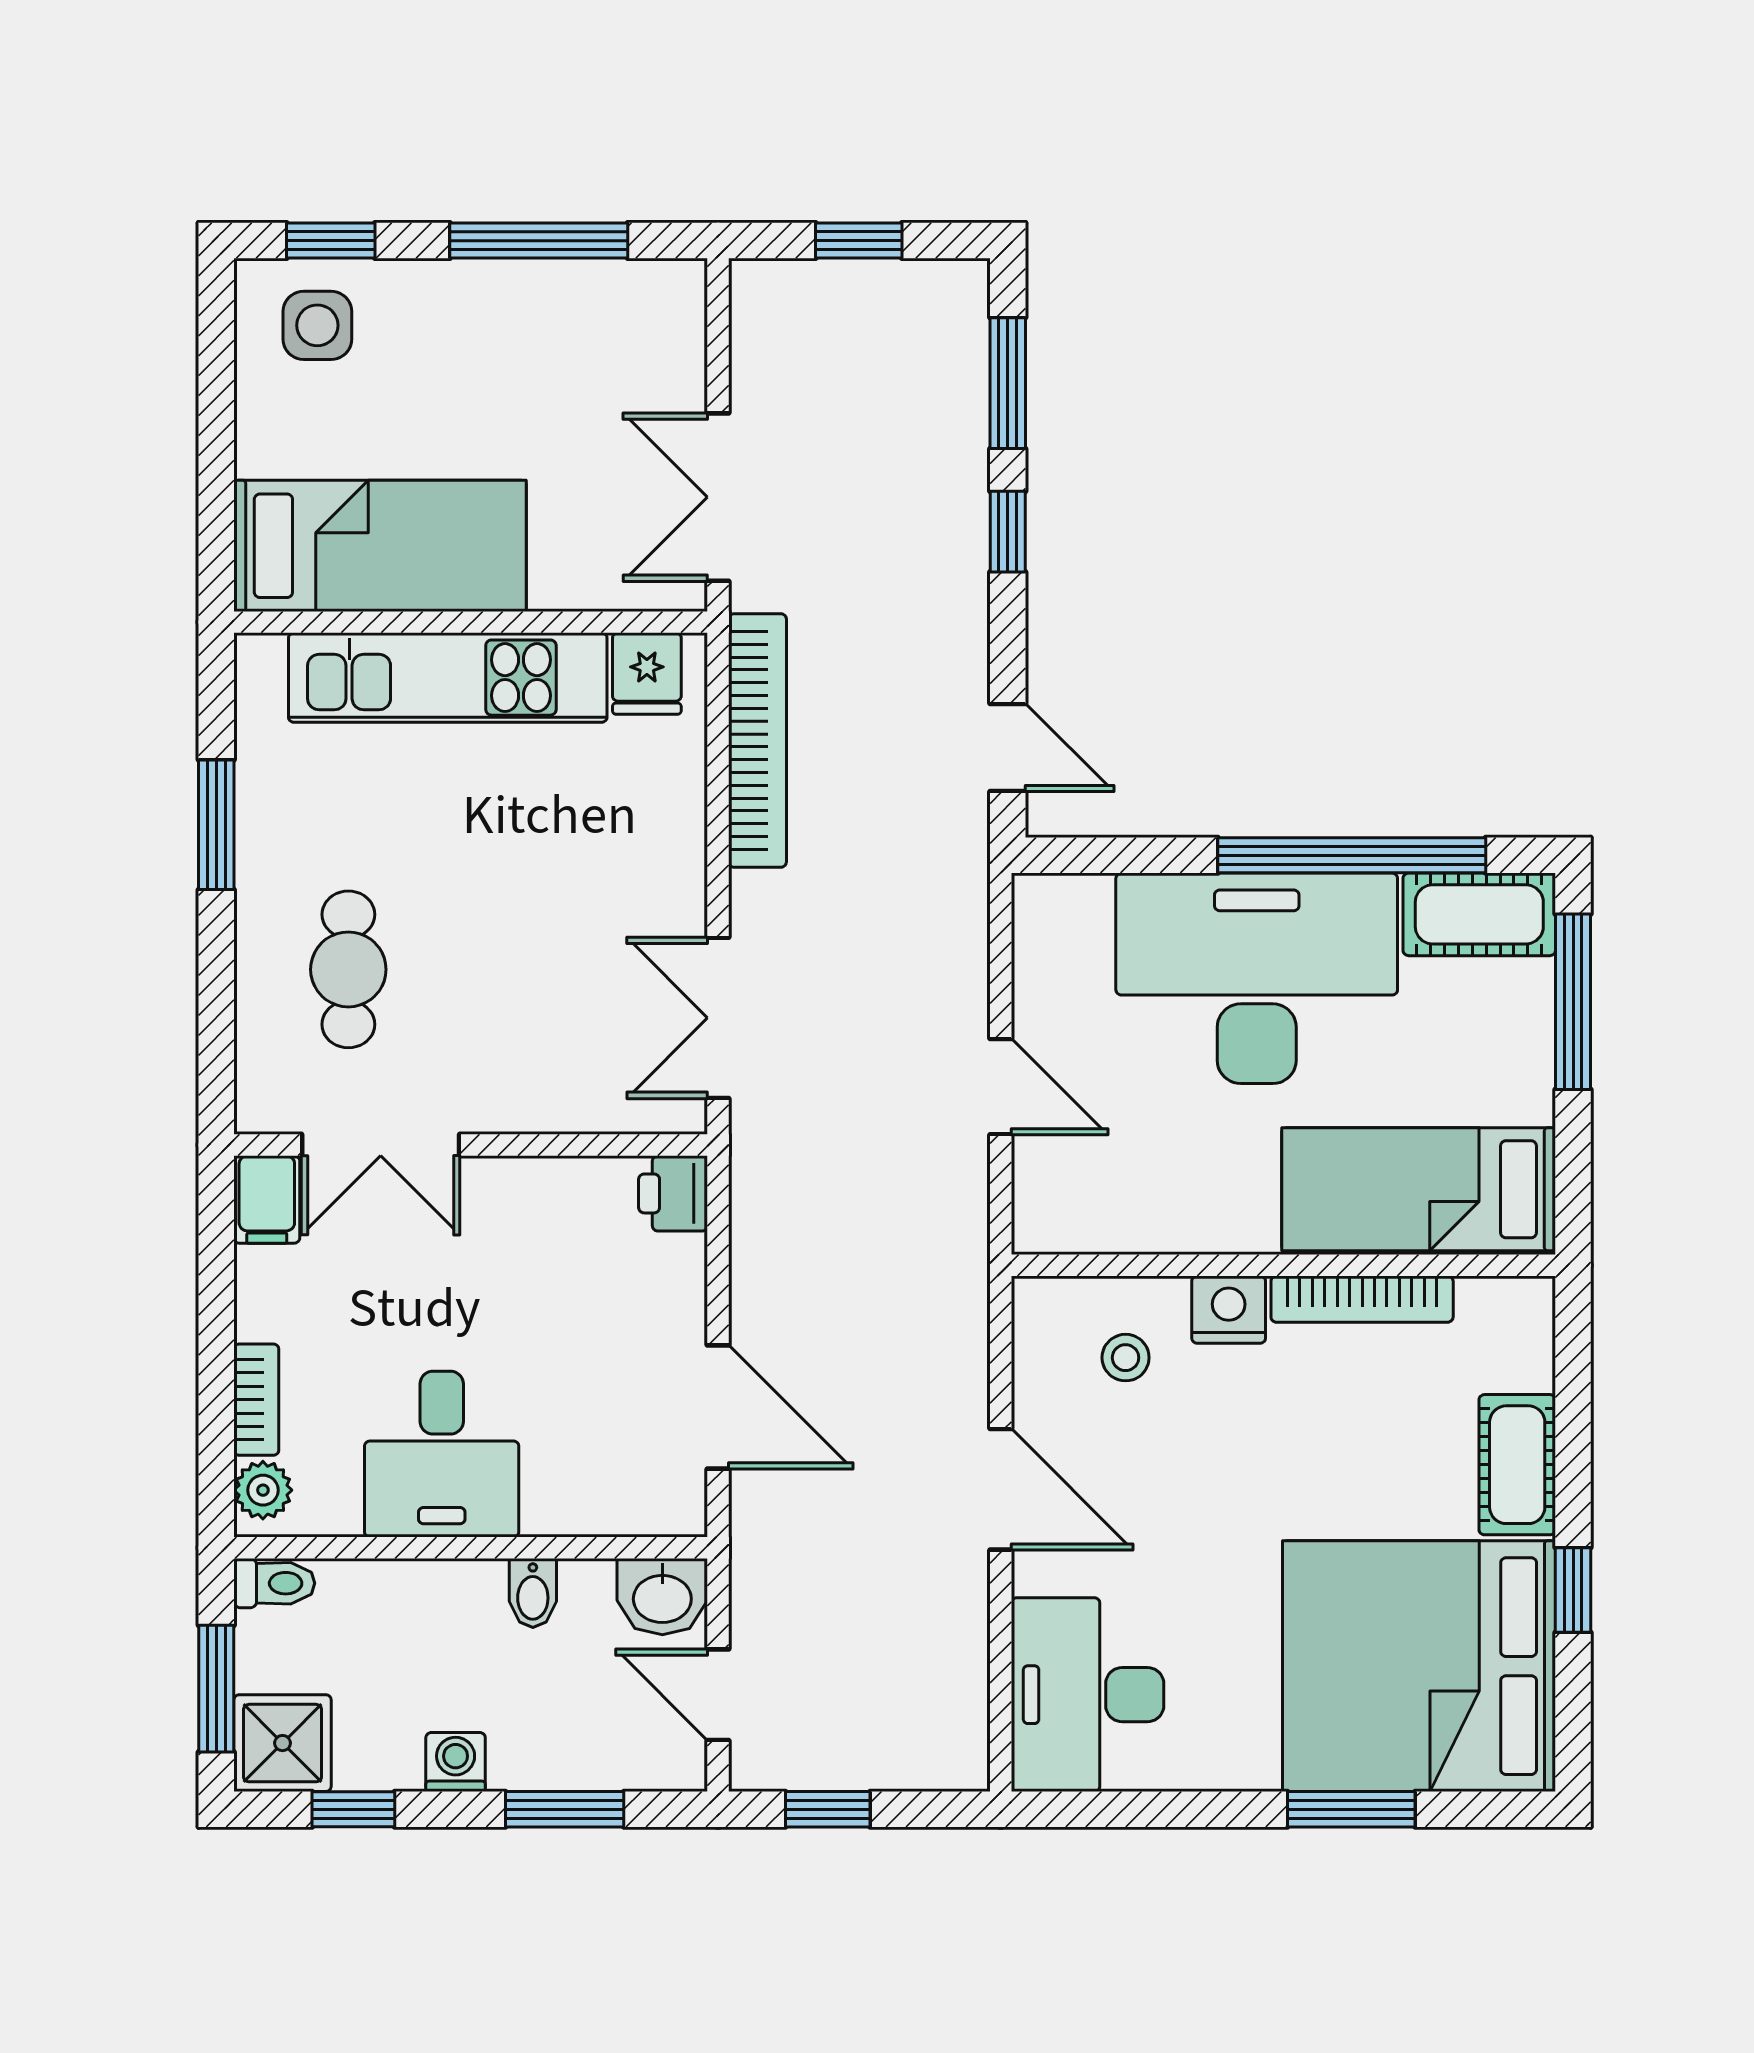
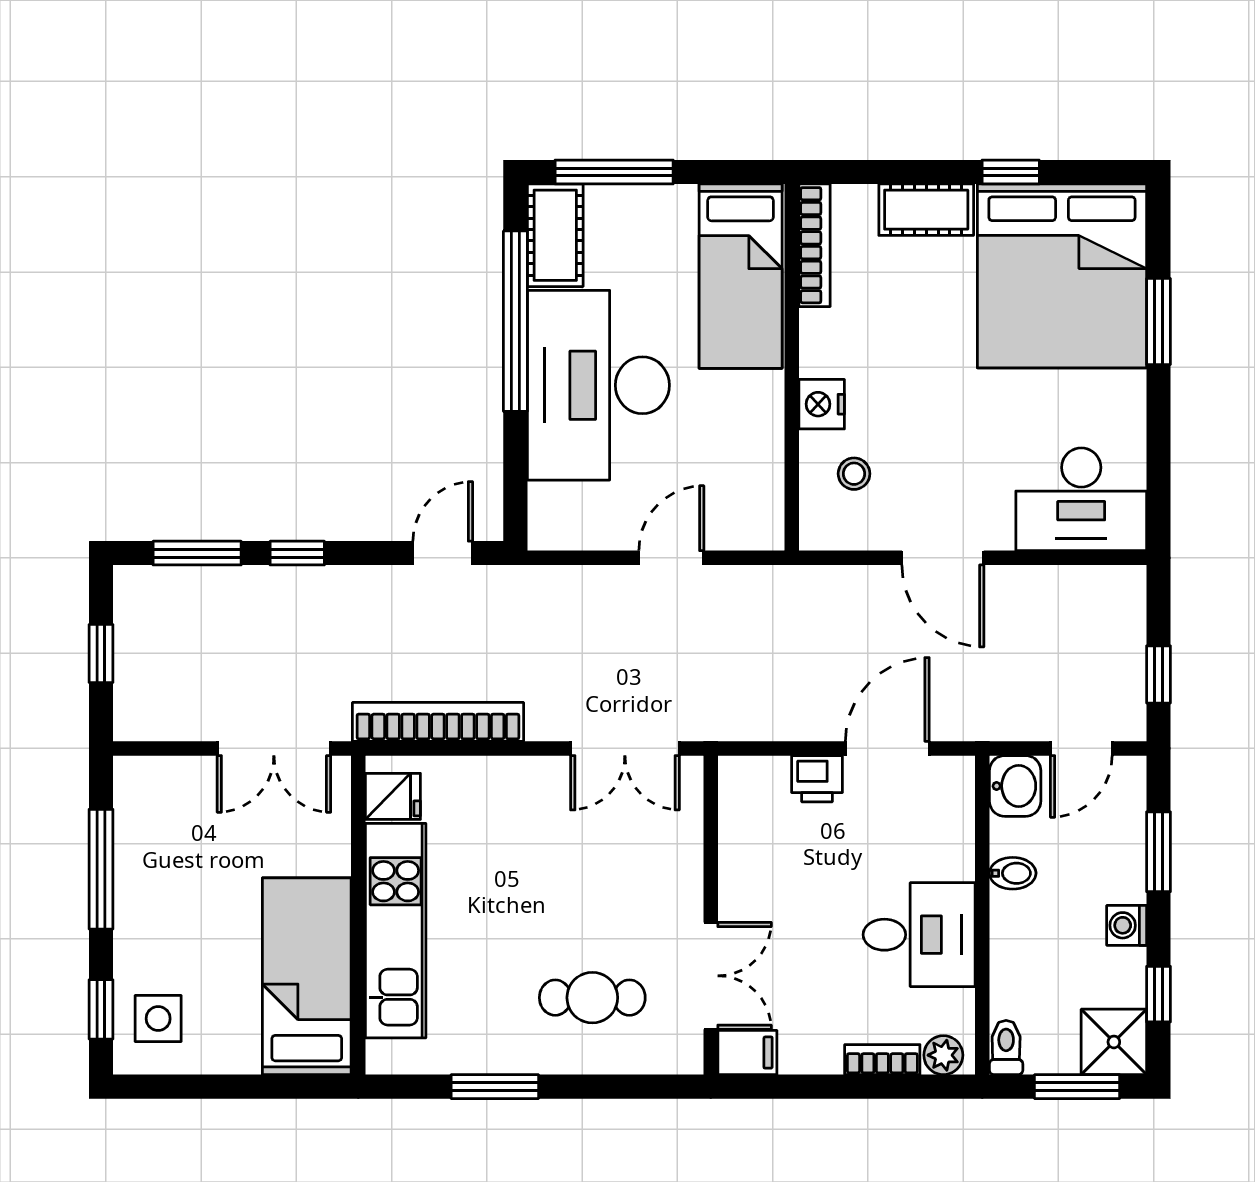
printer: (673, 1193) -> (817, 779), moved
bookcase: (1362, 1299) -> (815, 245), moved
door: (1001, 1489) -> (943, 558), swing flipped

